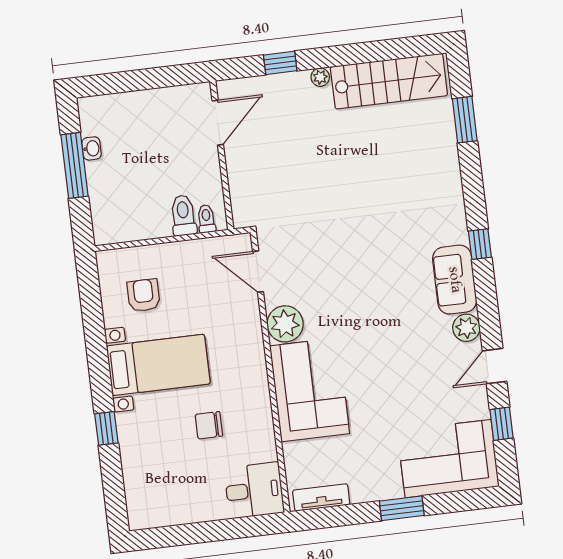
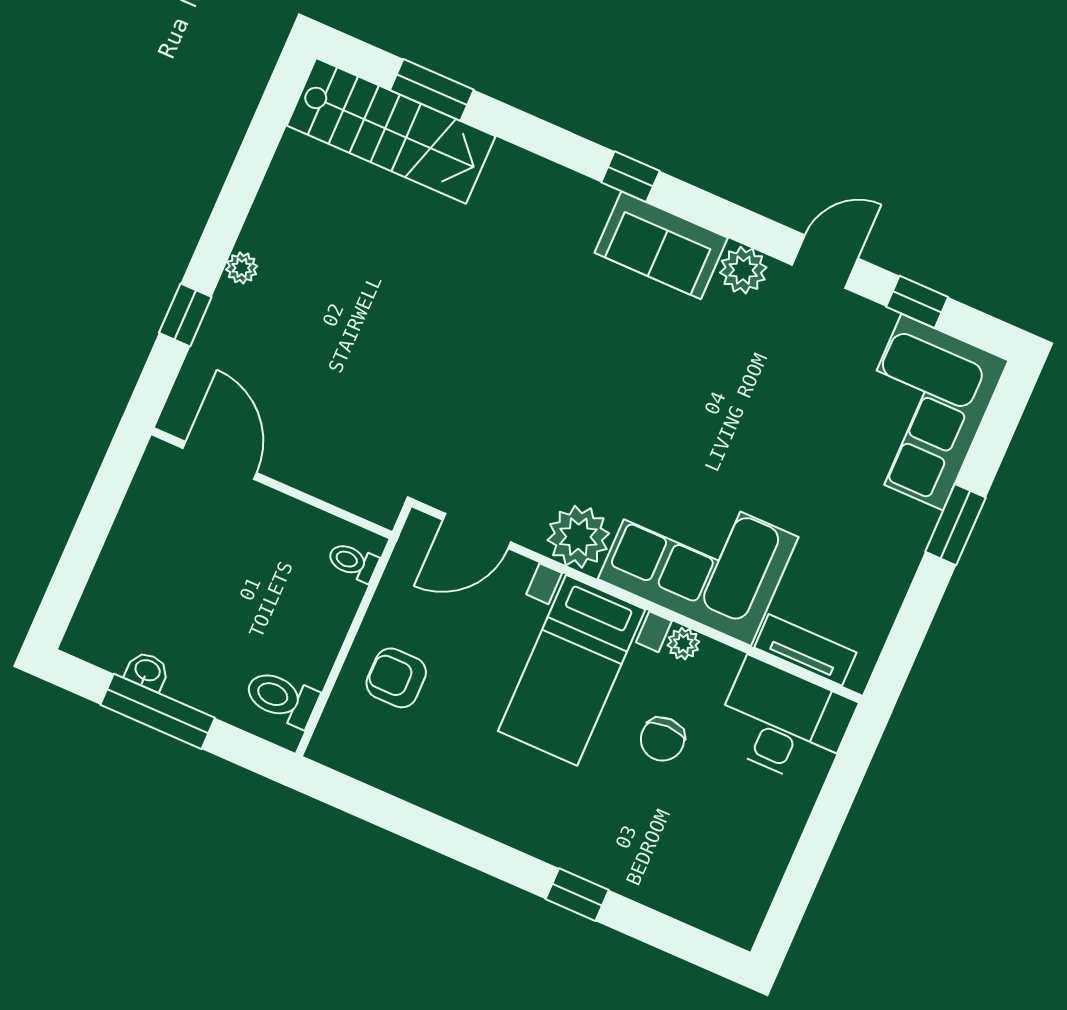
stairs: (389, 81) -> (391, 131), moved, turned 90
toilet: (183, 215) -> (282, 698), moved
armchair: (144, 295) -> (396, 678), moved
bed with nightstands: (158, 365) -> (572, 670), moved, turned 180
door: (495, 366) -> (825, 262), swing flipped
plant: (263, 408) -> (683, 644), added
desk: (254, 490) -> (784, 722), width x1.37
tv unit: (321, 497) -> (805, 650), moved, turned 90

